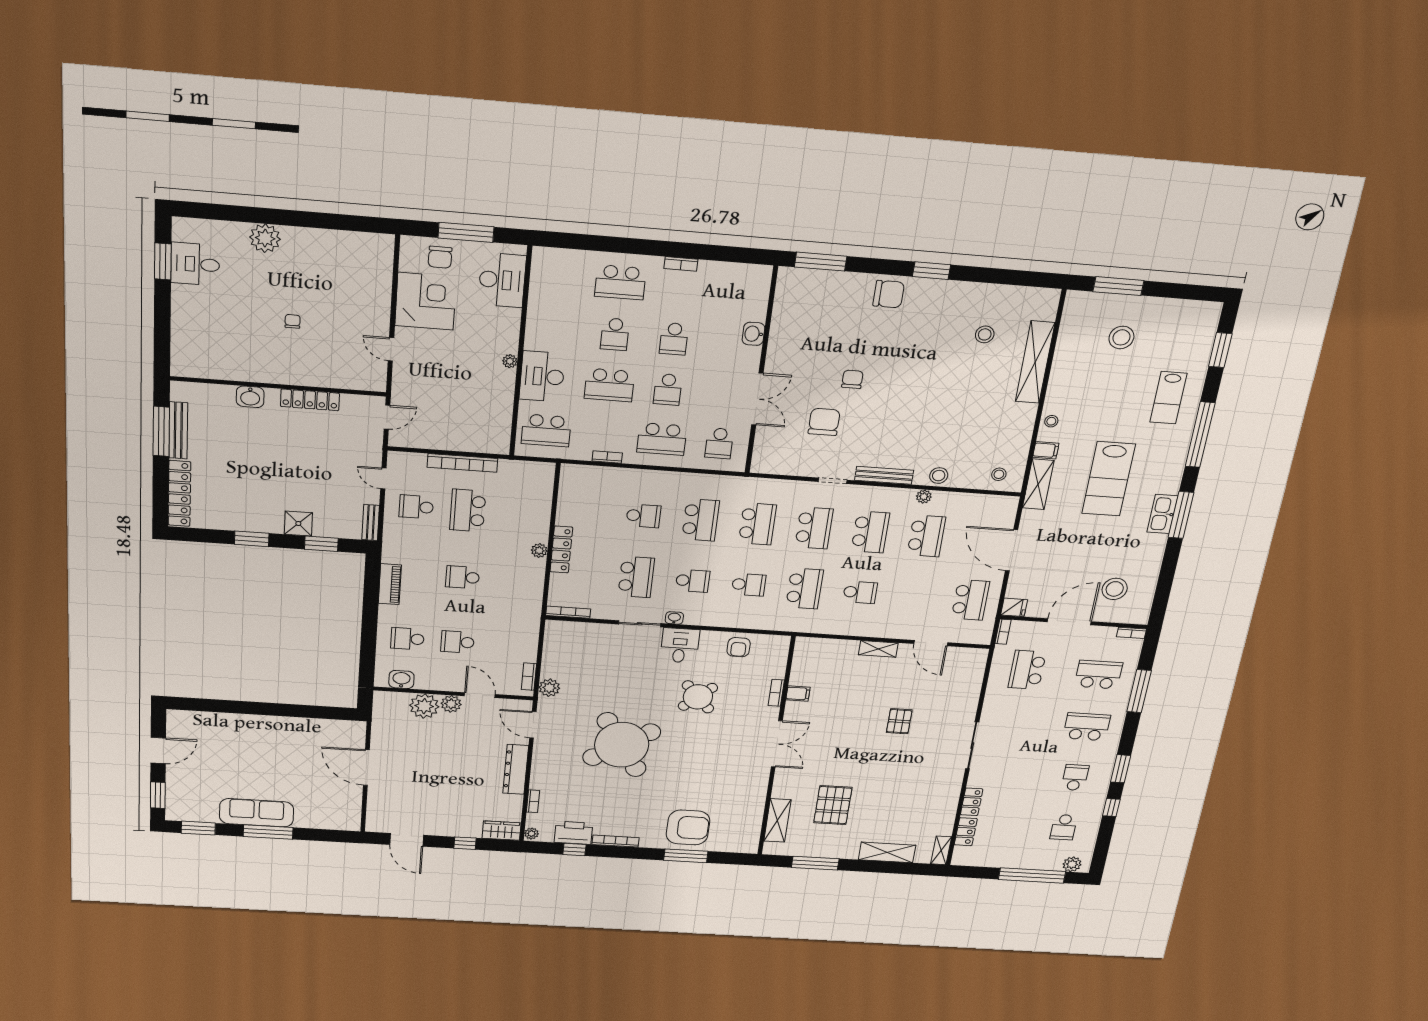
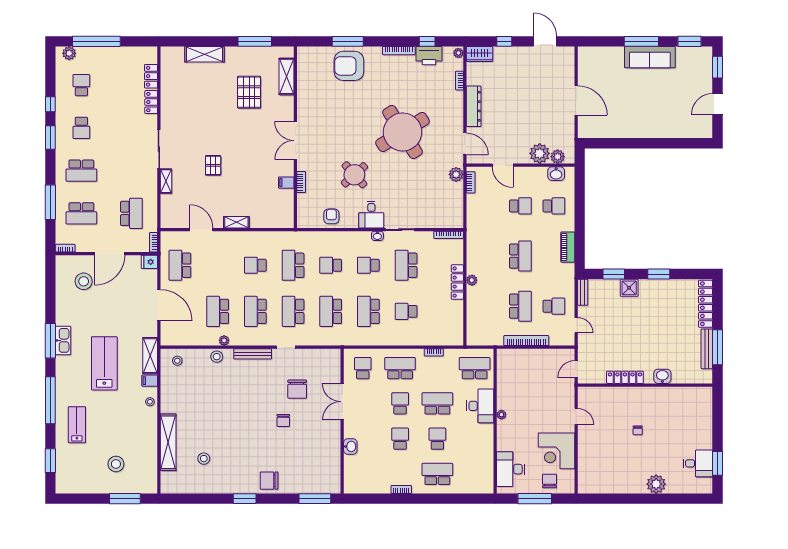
school desk: (463, 577) -> (520, 256), width x1.85
plant: (451, 704) -> (558, 157), moved
shelving: (941, 850) -> (166, 181), moved

